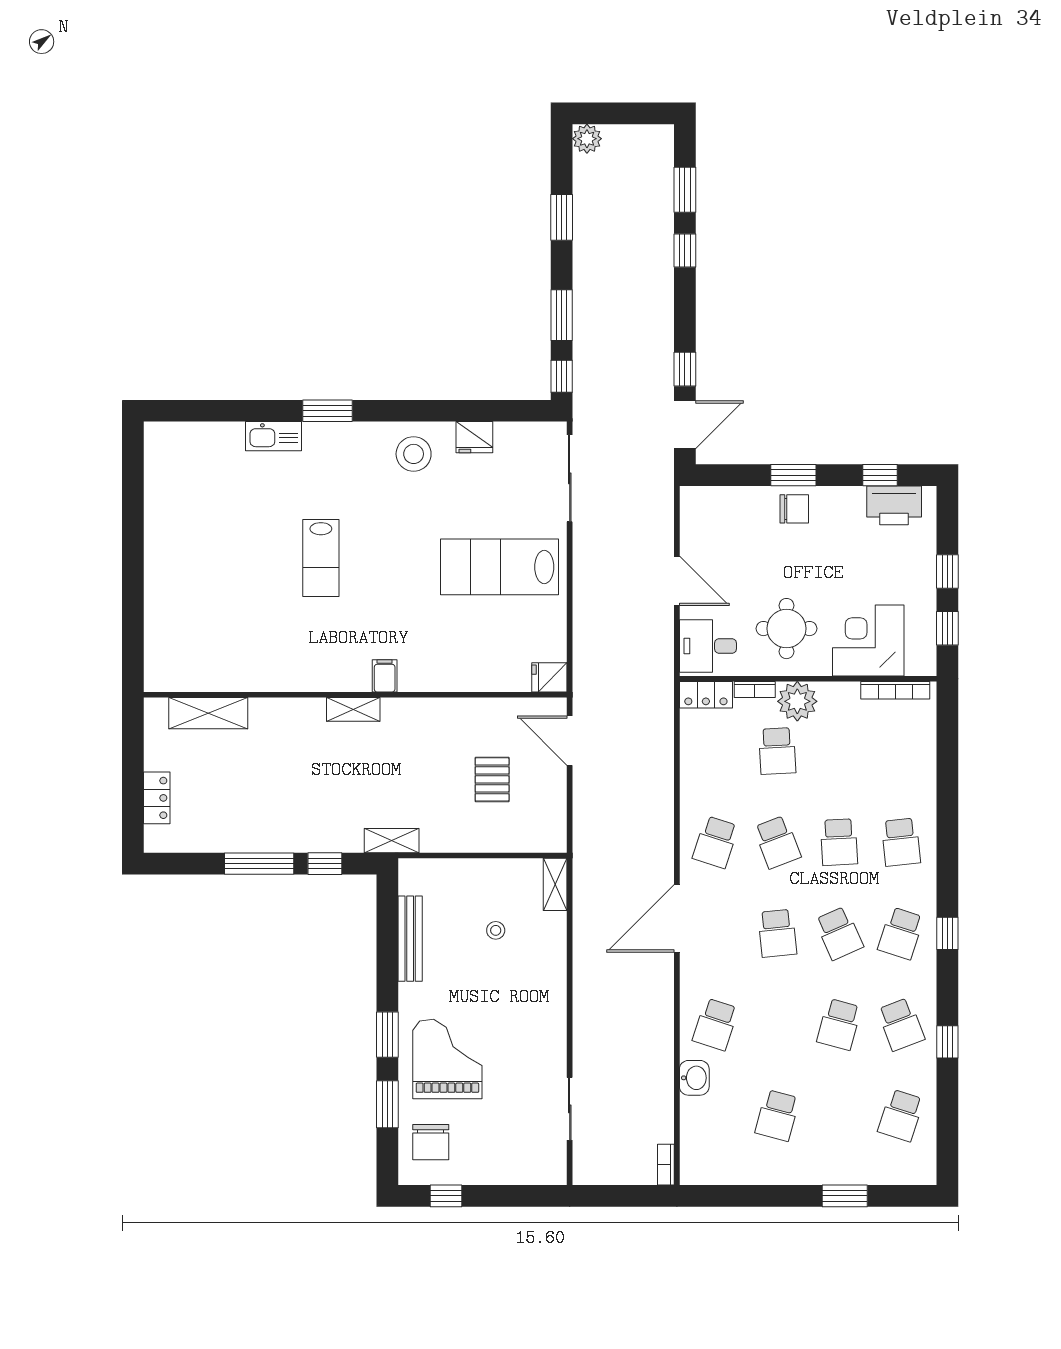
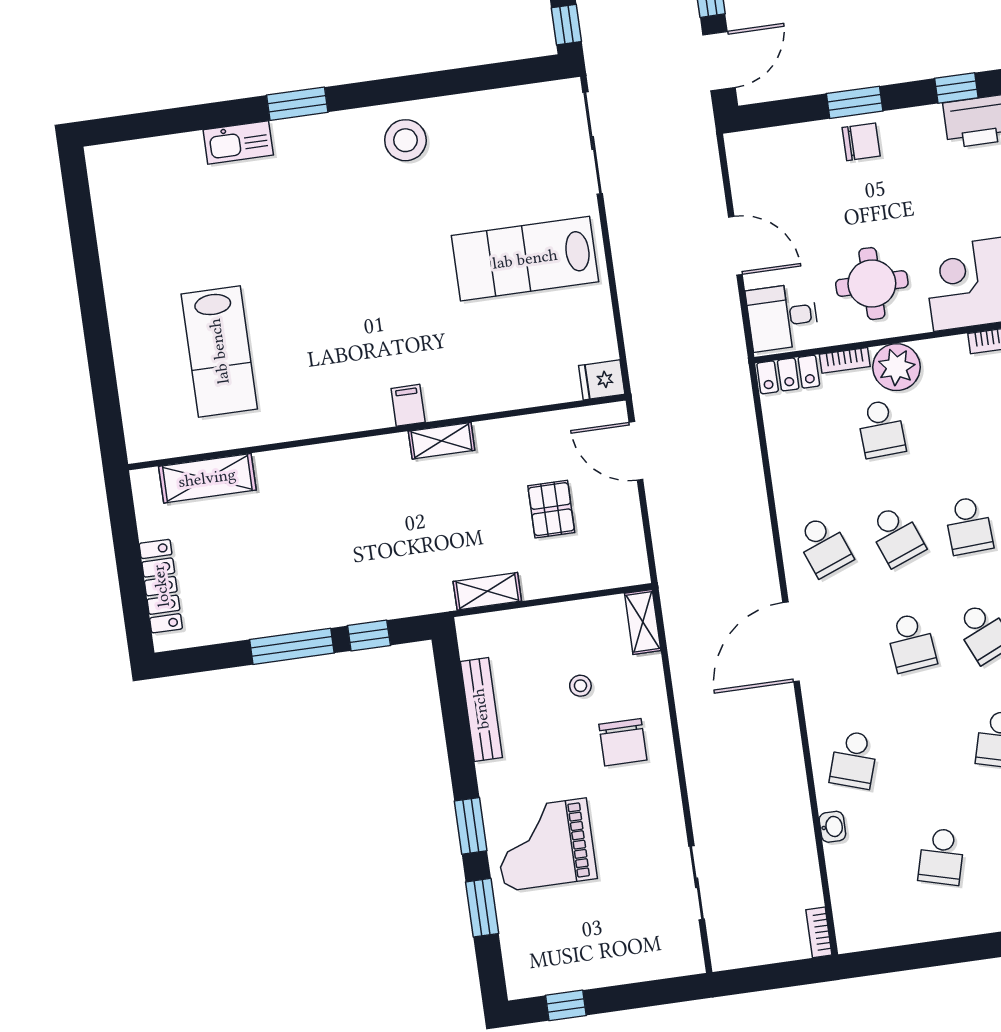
fridge: (474, 437) -> (474, 110), removed
lab bench: (321, 558) -> (219, 351), moved, width x1.36, depth x1.39
shelving: (353, 709) -> (442, 441), moved
locker: (157, 798) -> (161, 586), width x1.53
shelving: (392, 841) -> (487, 591), moved
school desk: (715, 842) -> (824, 546), turned -39
grand piano: (447, 1059) -> (545, 845), turned -90
washbasin: (694, 1078) -> (832, 827), width x0.72, depth x0.69
chair: (431, 1142) -> (623, 742), moved

